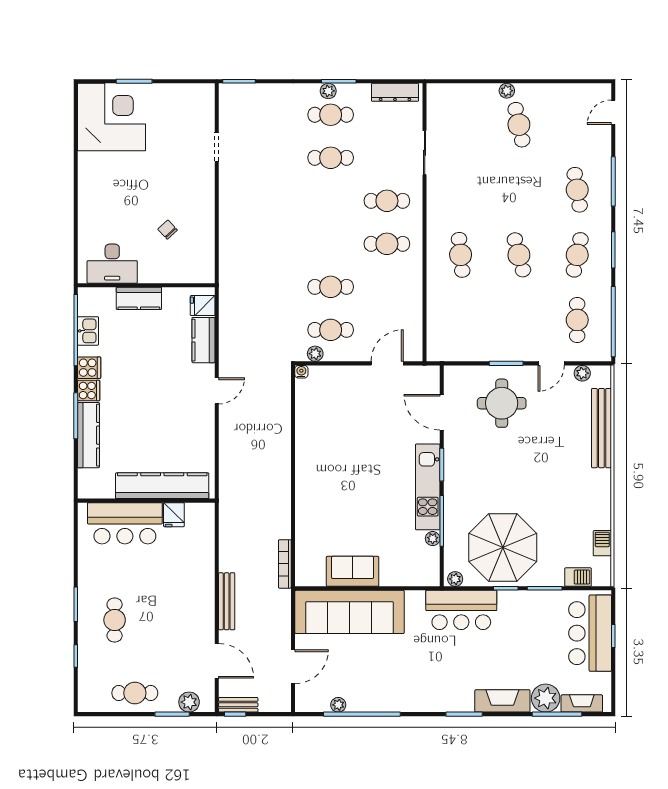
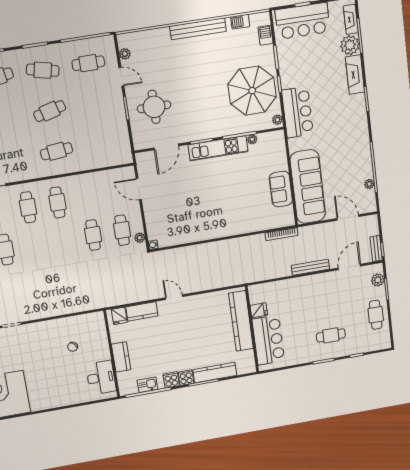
bench: (601, 428) -> (198, 29), moved

